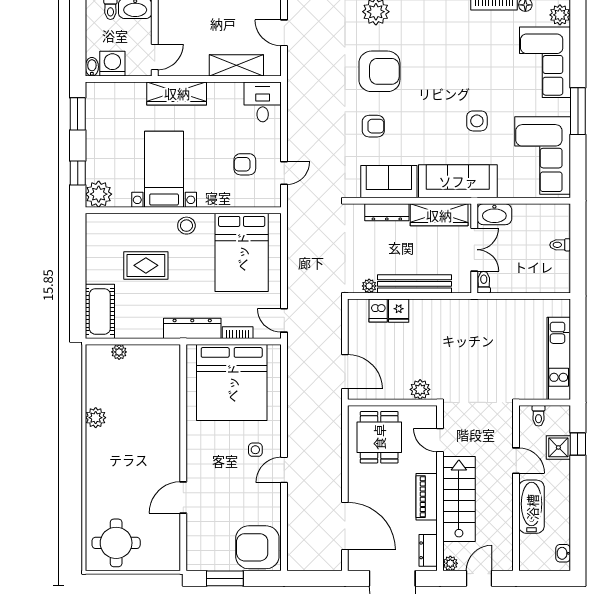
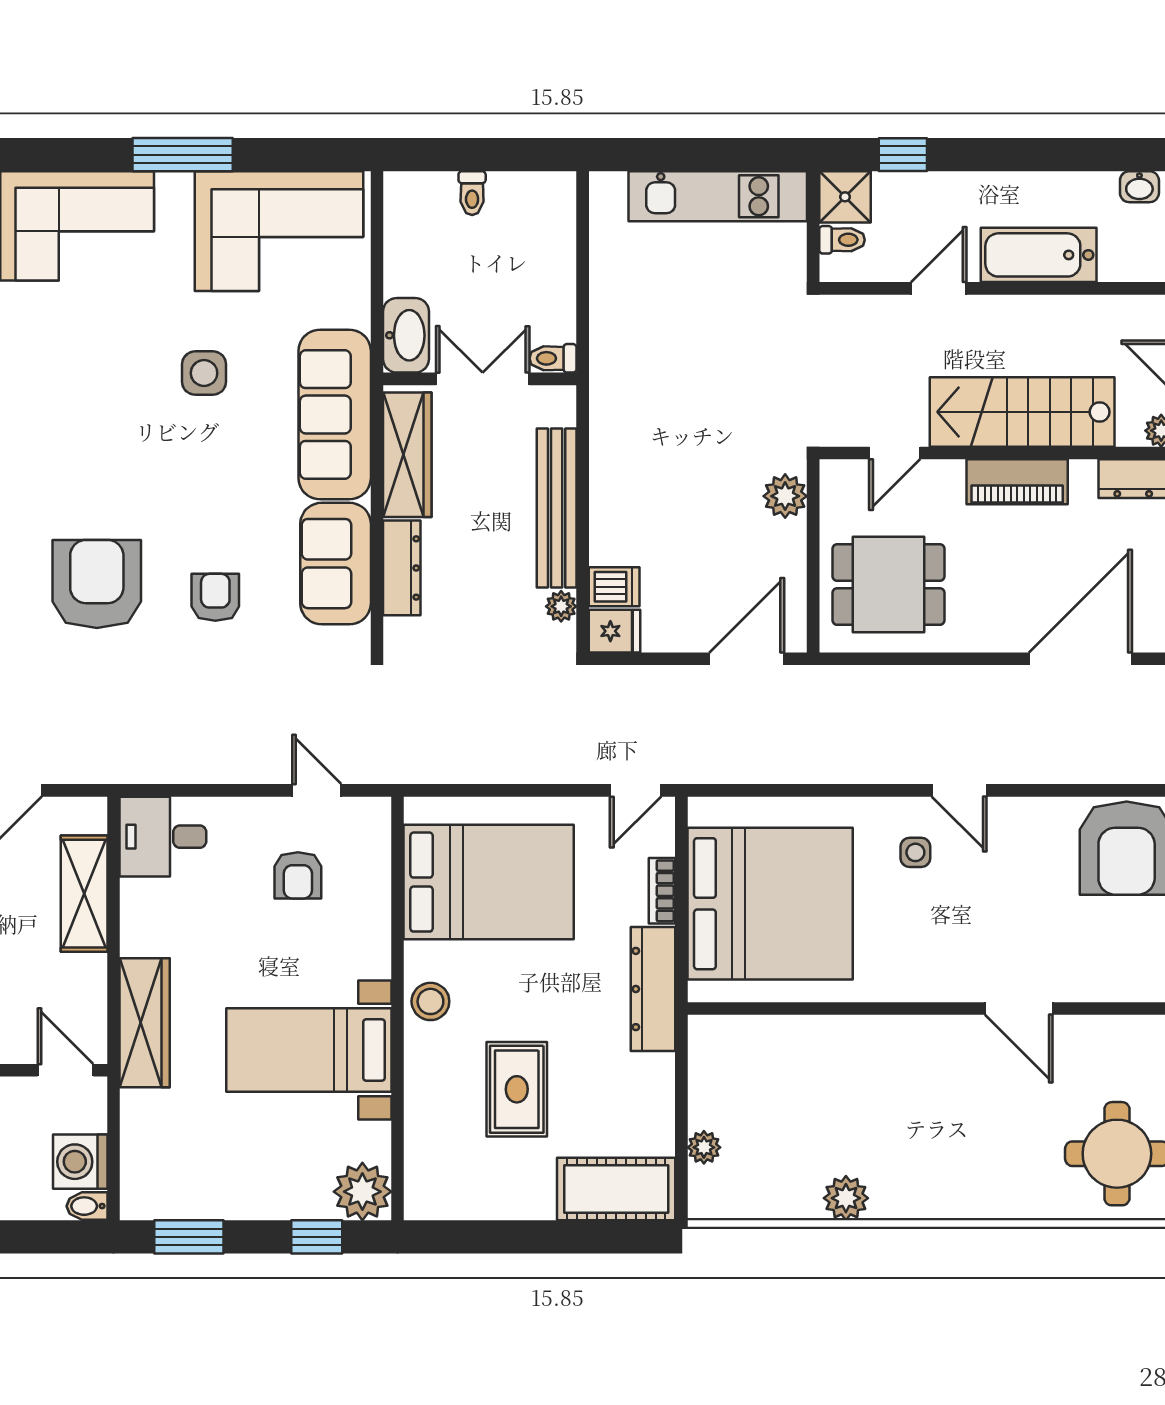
fridge: (399, 311) -> (614, 631), moved
shower: (558, 447) -> (845, 197), moved

